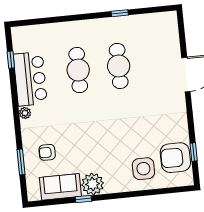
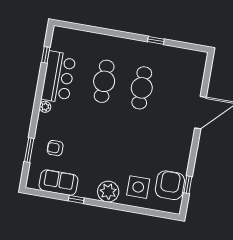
armchair: (175, 158) -> (170, 185), turned 90
plant: (93, 184) -> (108, 192), moved

